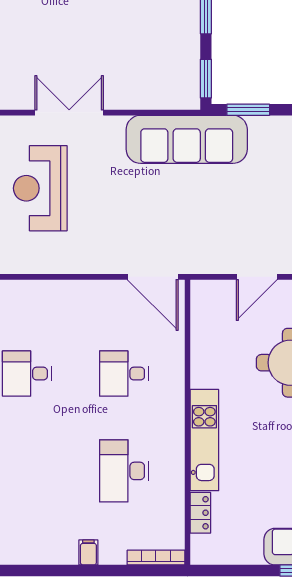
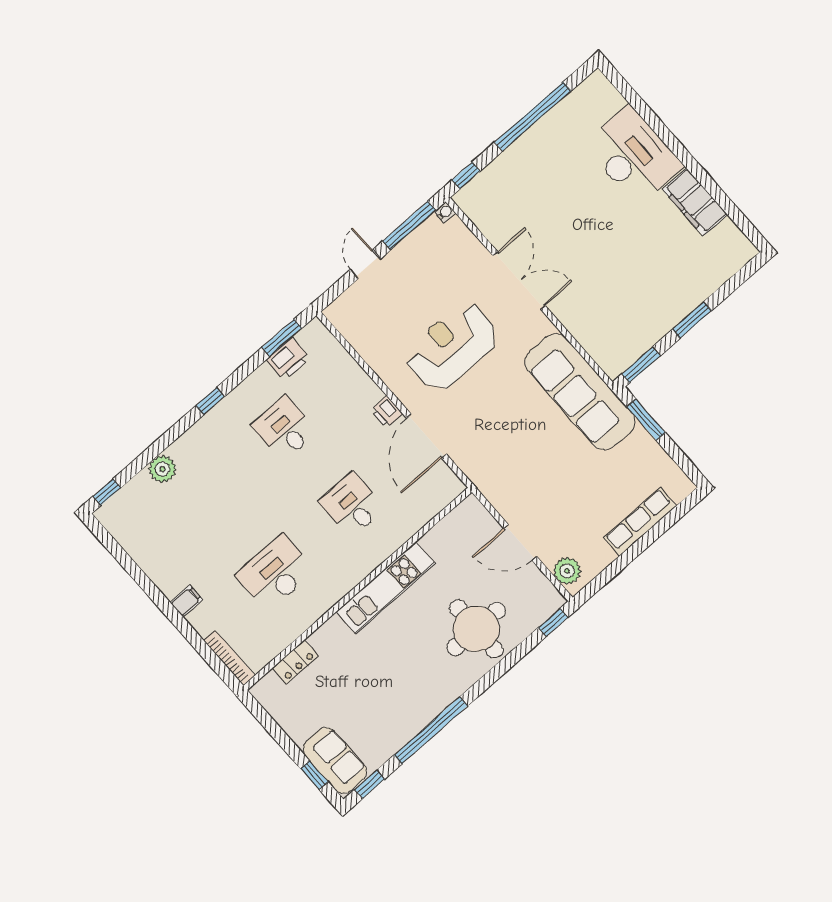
reception desk: (40, 188) -> (452, 346), moved
door: (153, 277) -> (426, 436), moved
printer: (79, 290) -> (387, 412), added
kitchen unit: (204, 440) -> (386, 588), moved

